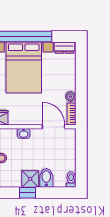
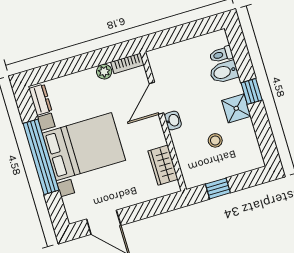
door: (54, 127) -> (156, 98), moved
shower: (30, 179) -> (236, 108), moved
toilet: (71, 179) -> (221, 55), moved

